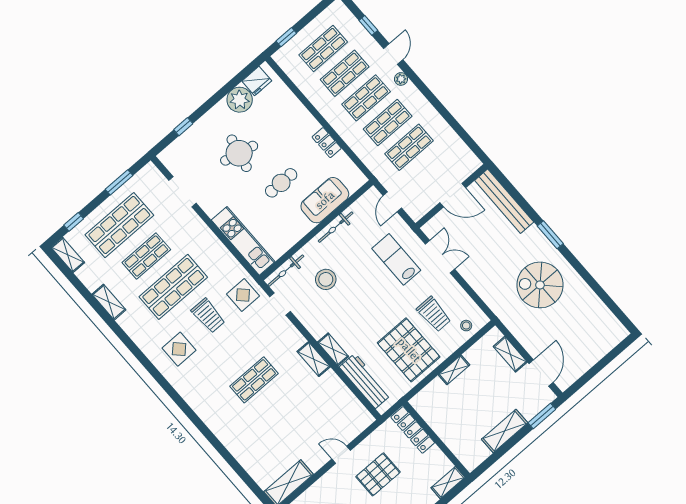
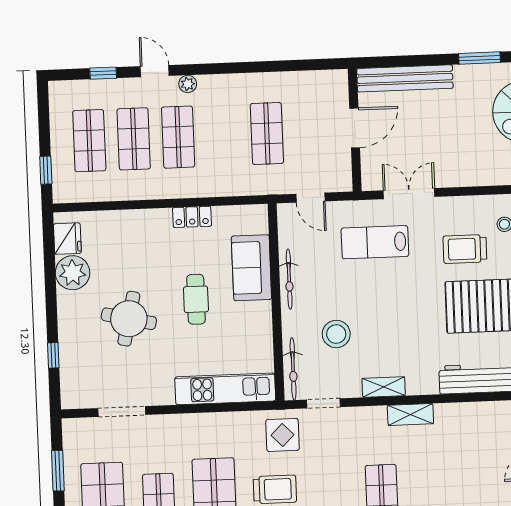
shop shelf: (388, 123) -> (222, 135), removed
trolley: (434, 314) -> (465, 249), turned 180
shelving: (333, 349) -> (384, 387), moved

